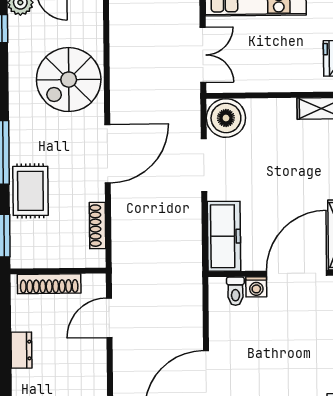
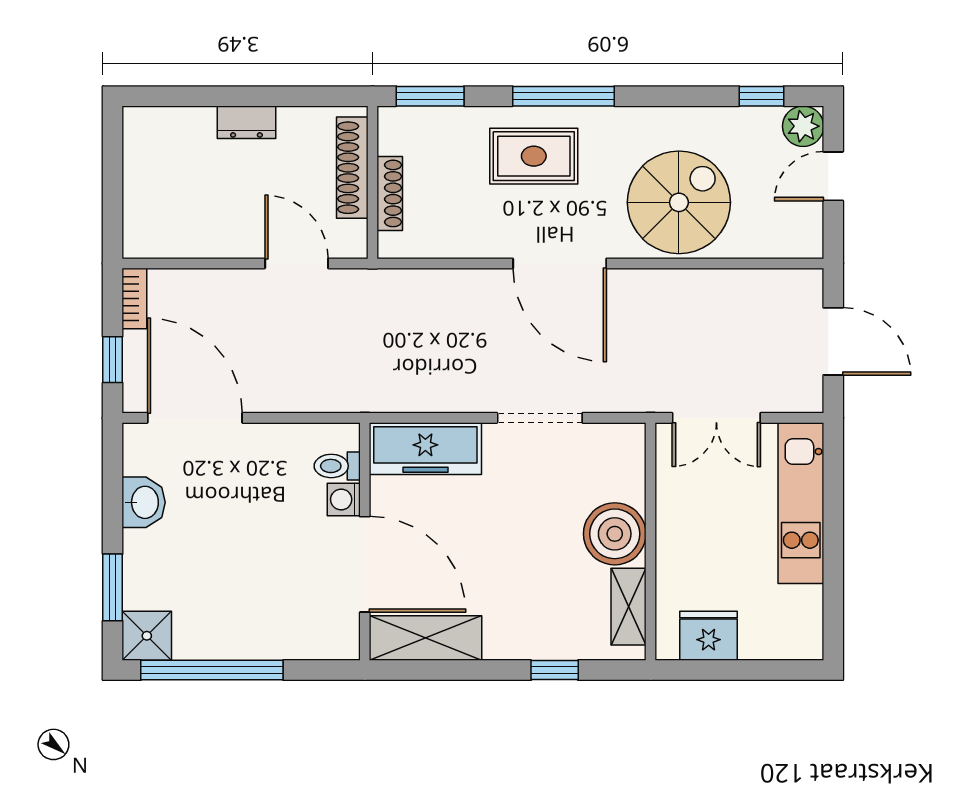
spiral stairs: (69, 80) -> (679, 202), turned 90
boiler: (226, 118) -> (615, 534), moved
rug: (30, 191) -> (534, 156), moved
shoe rack: (97, 226) -> (390, 193), moved, turned 90

